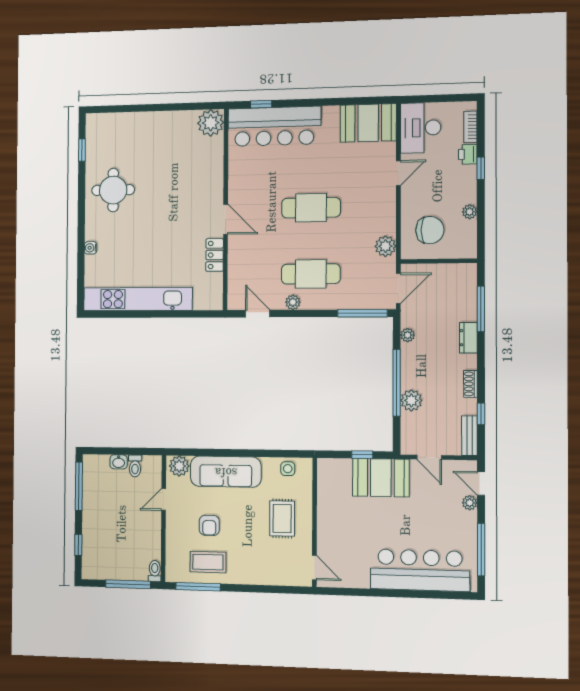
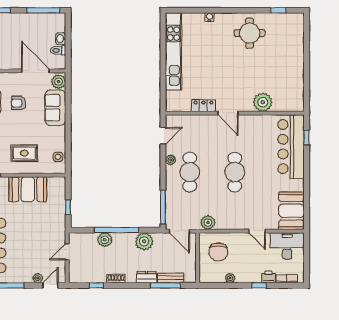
plant: (211, 123) -> (263, 102), moved
door: (226, 219) -> (228, 113), hinge flipped
plant: (408, 335) -> (144, 241), width x1.87, depth x1.87
bench: (469, 436) -> (171, 278), moved
sofa: (226, 472) -> (55, 108), width x0.73
booth: (381, 478) -> (28, 189), moved, turned 90
door: (164, 499) -> (35, 71), width x1.88

